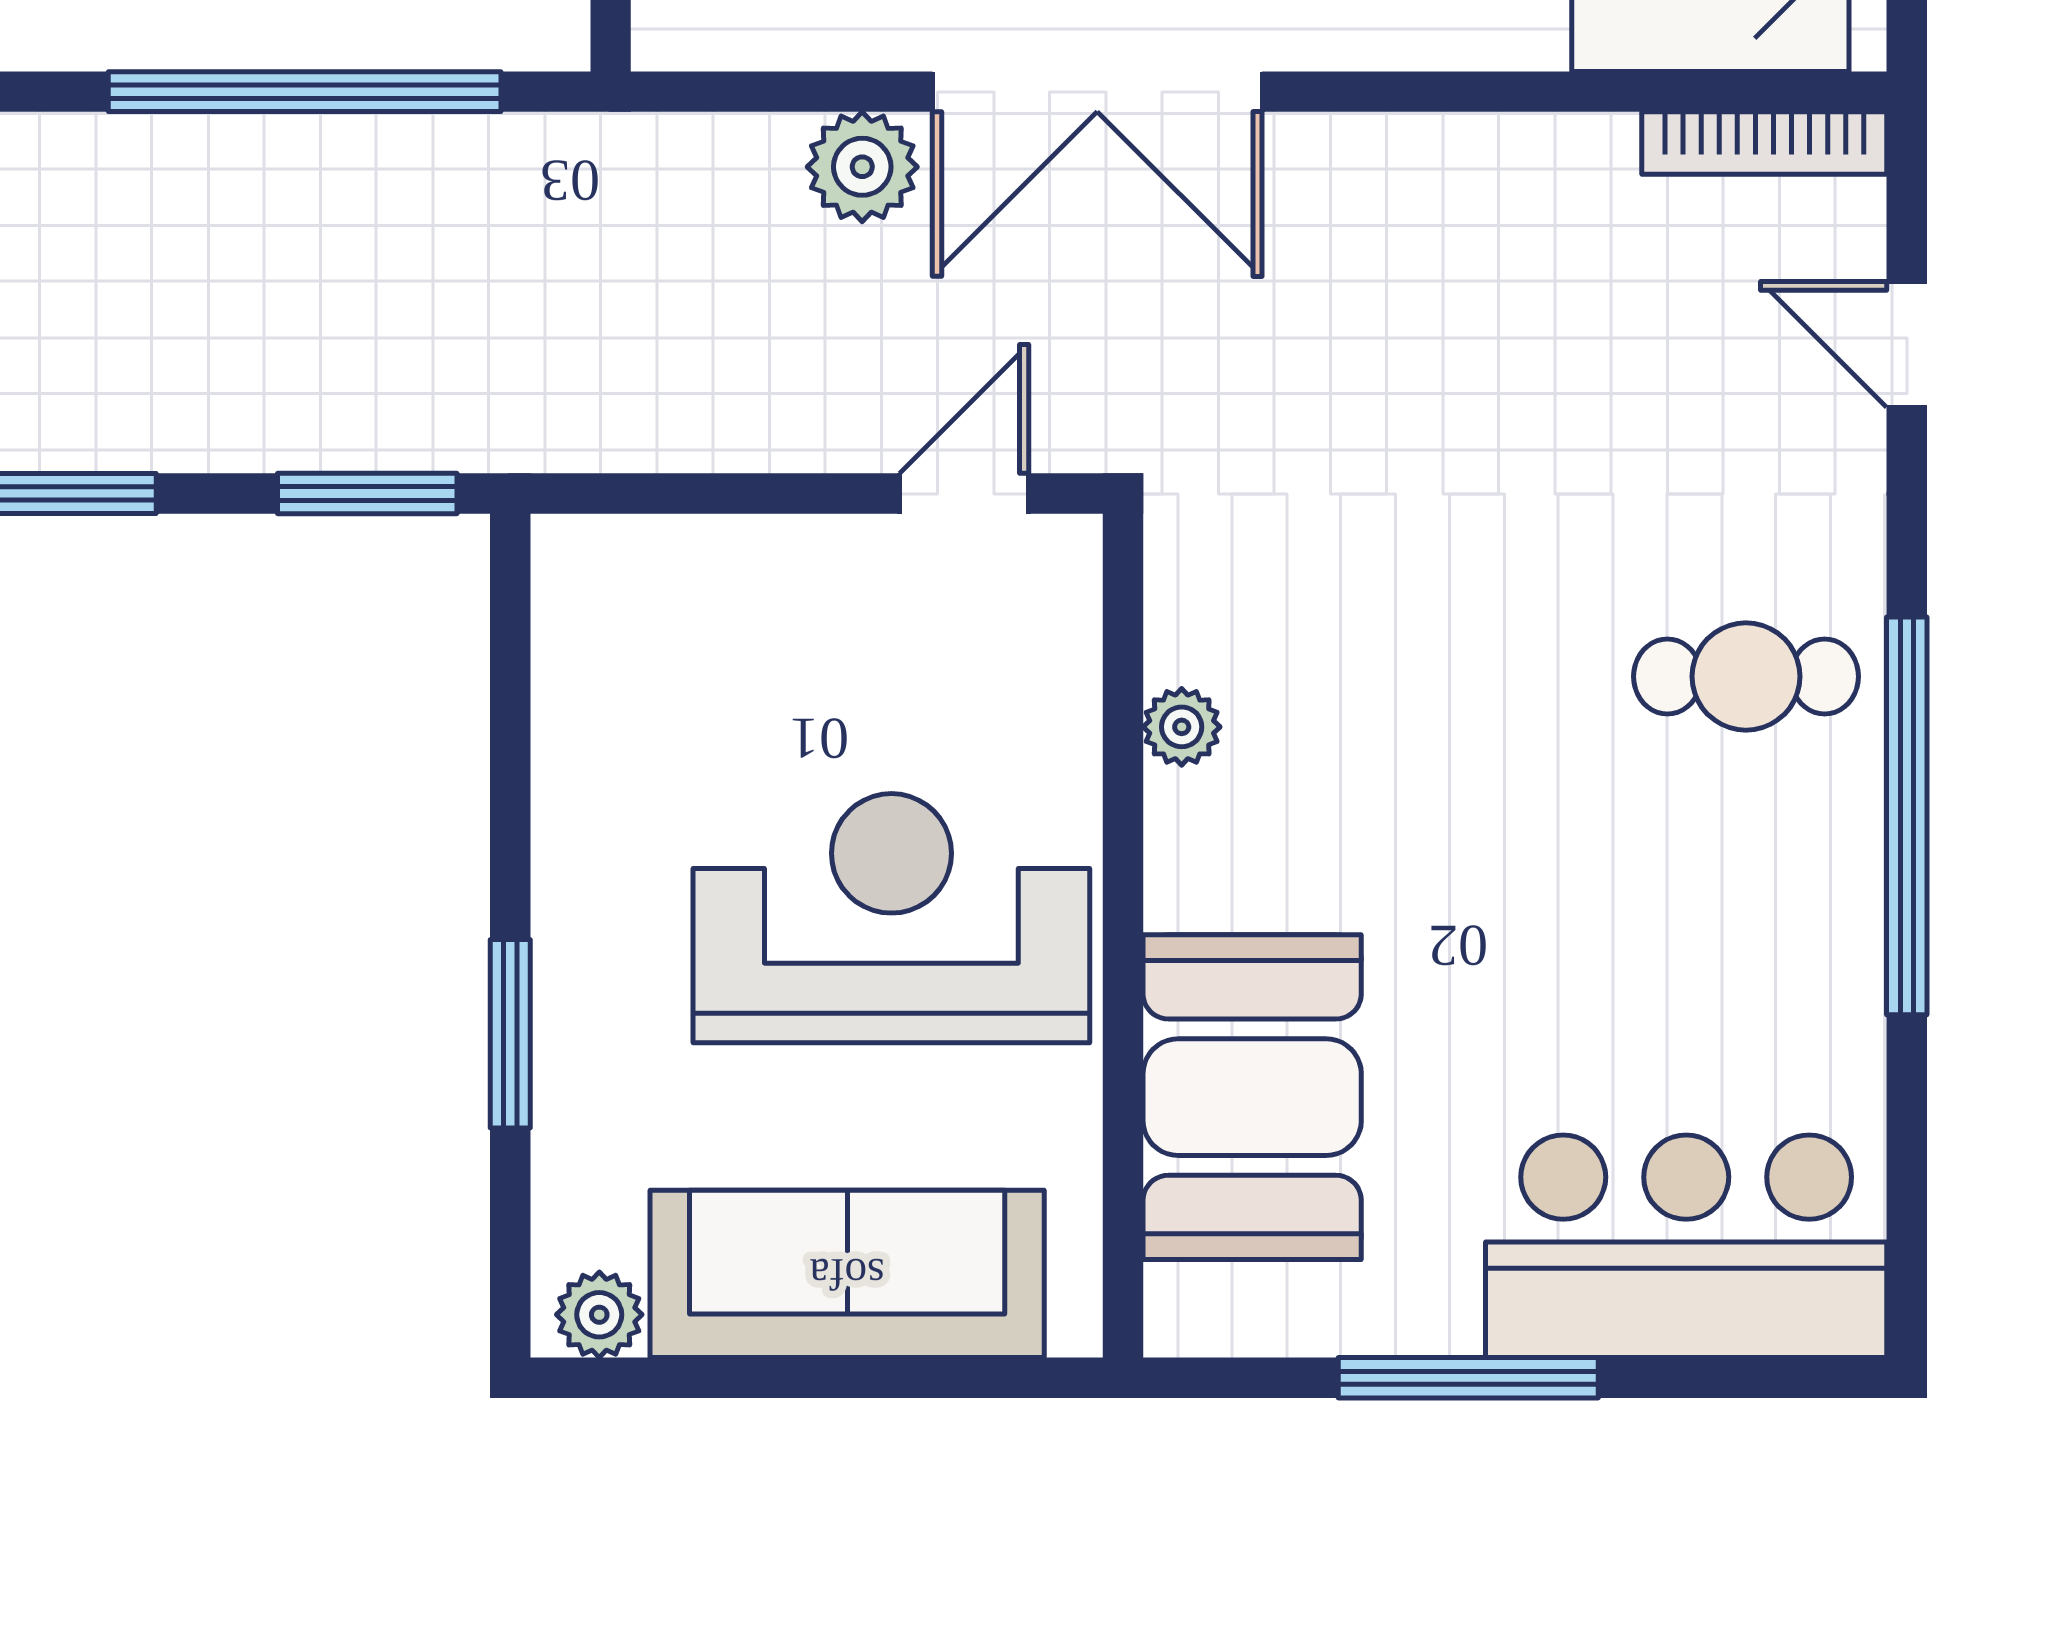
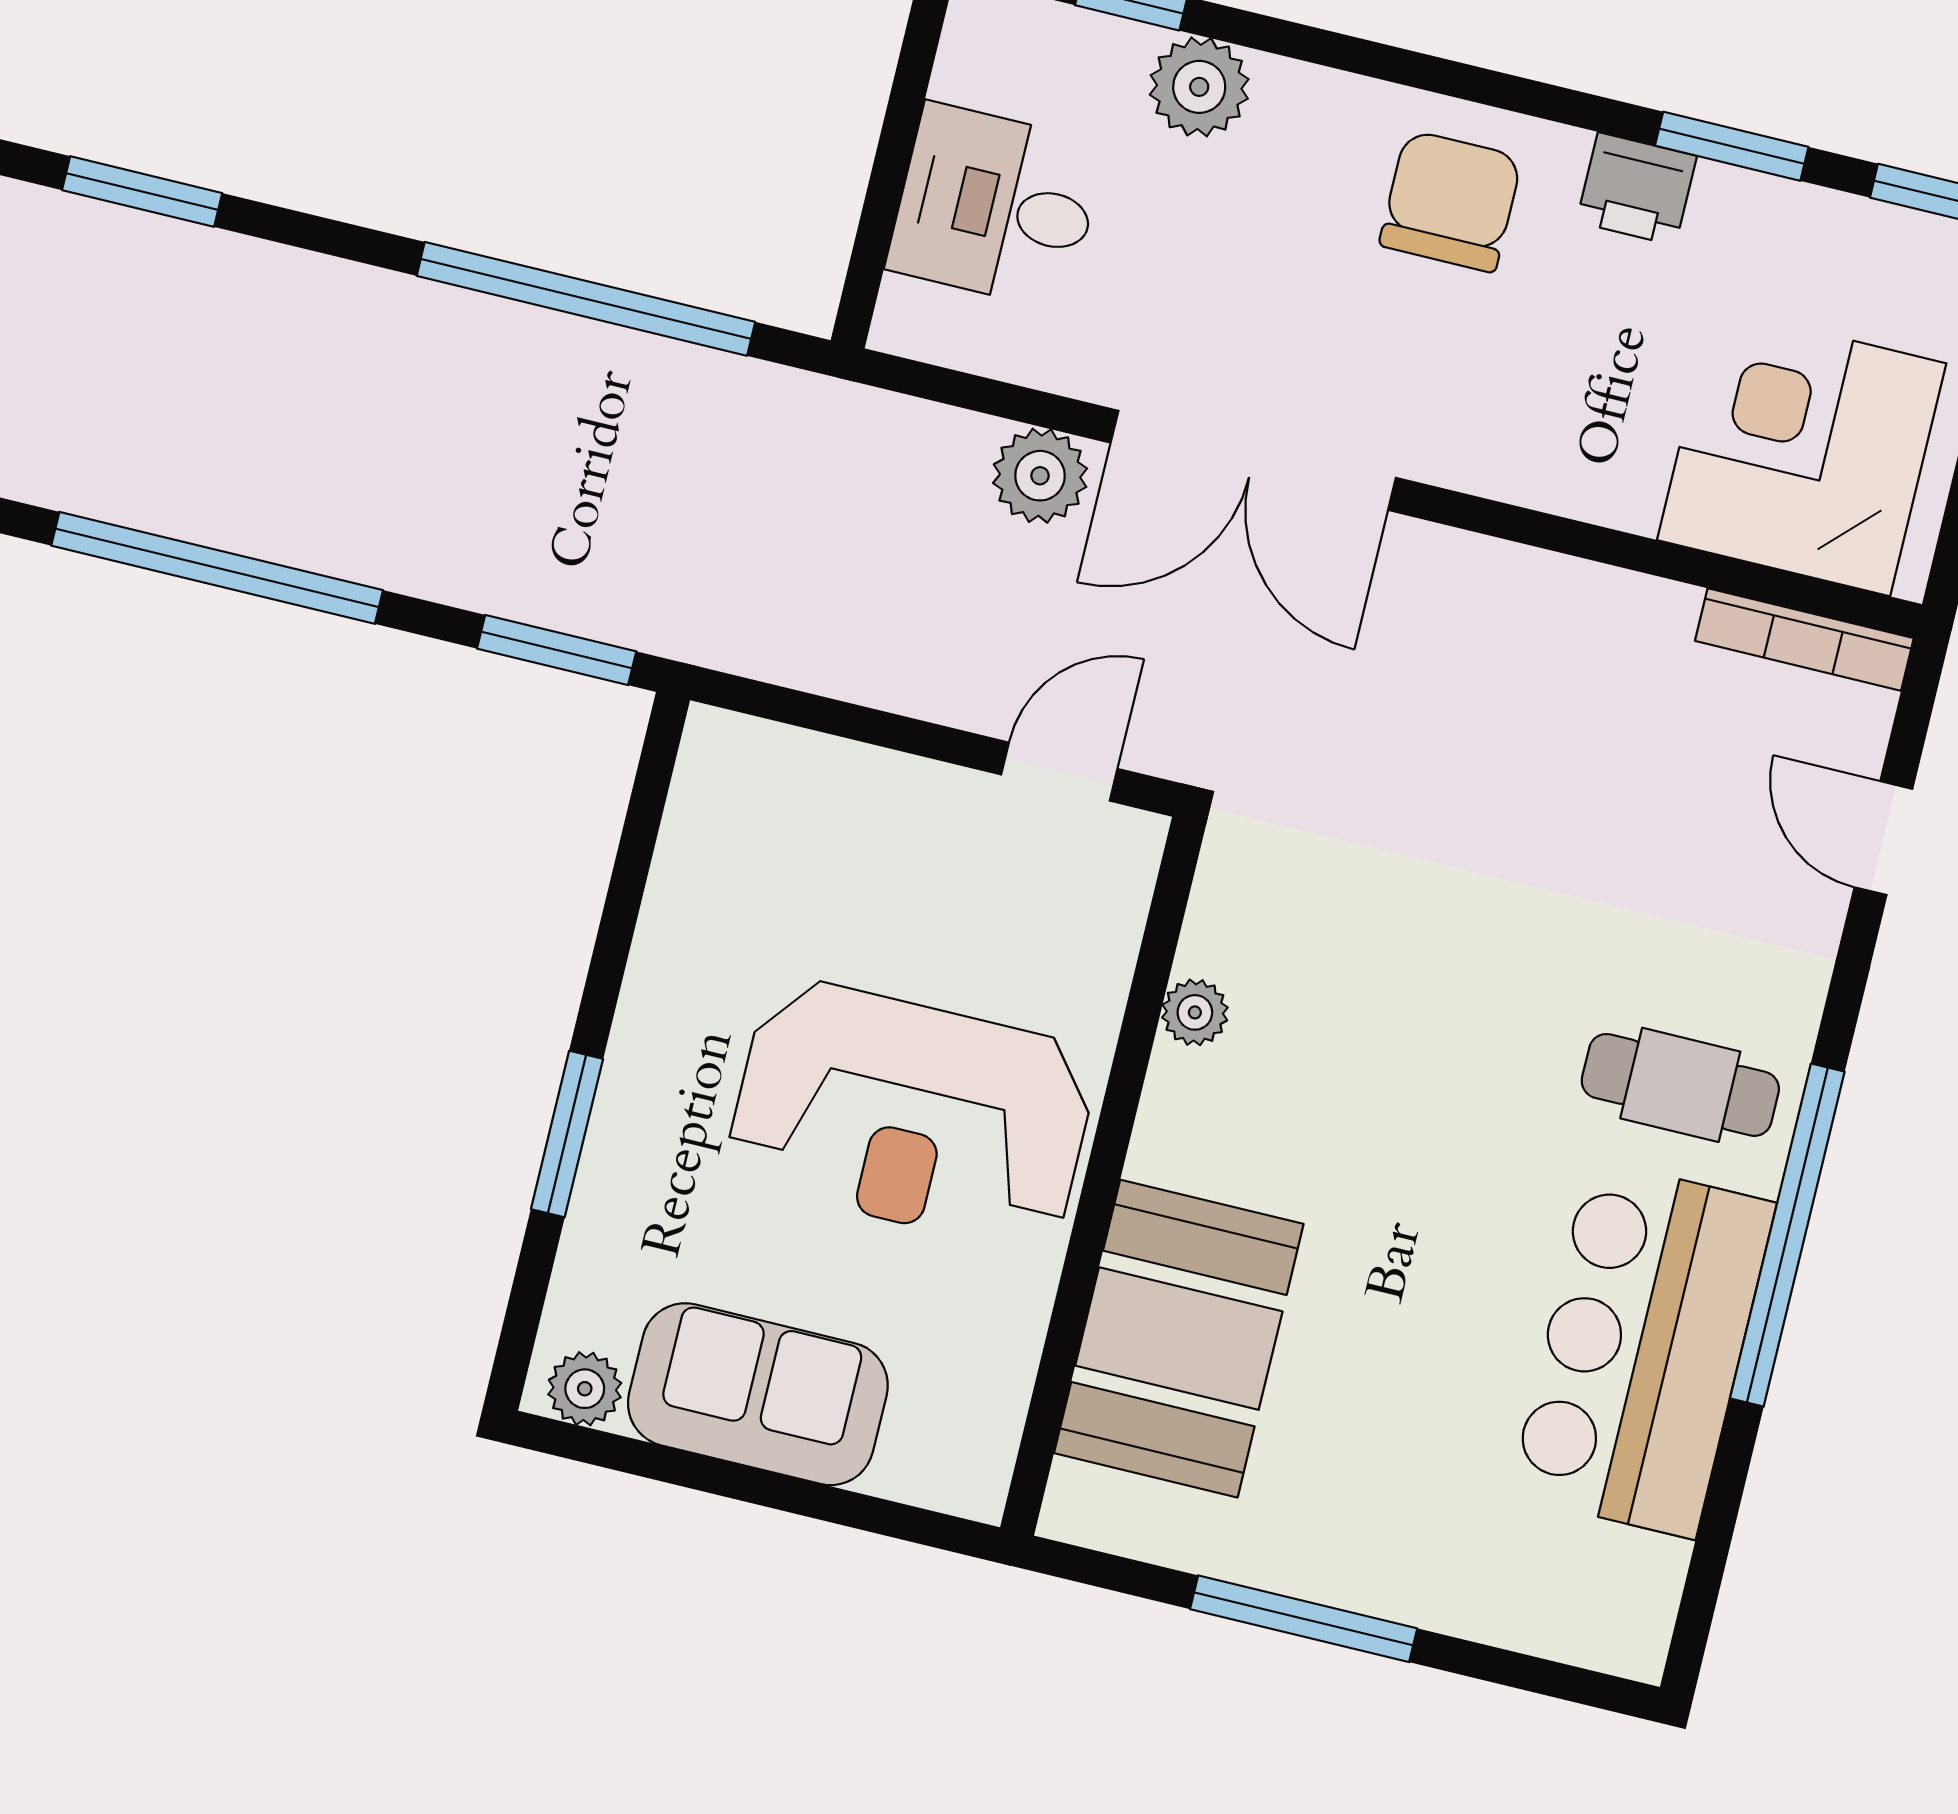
reception desk: (891, 918) -> (912, 1114), turned 180
bar counter: (1686, 1246) -> (1643, 1349), moved, turned -90
sofa: (847, 1274) -> (758, 1394), width x0.73

